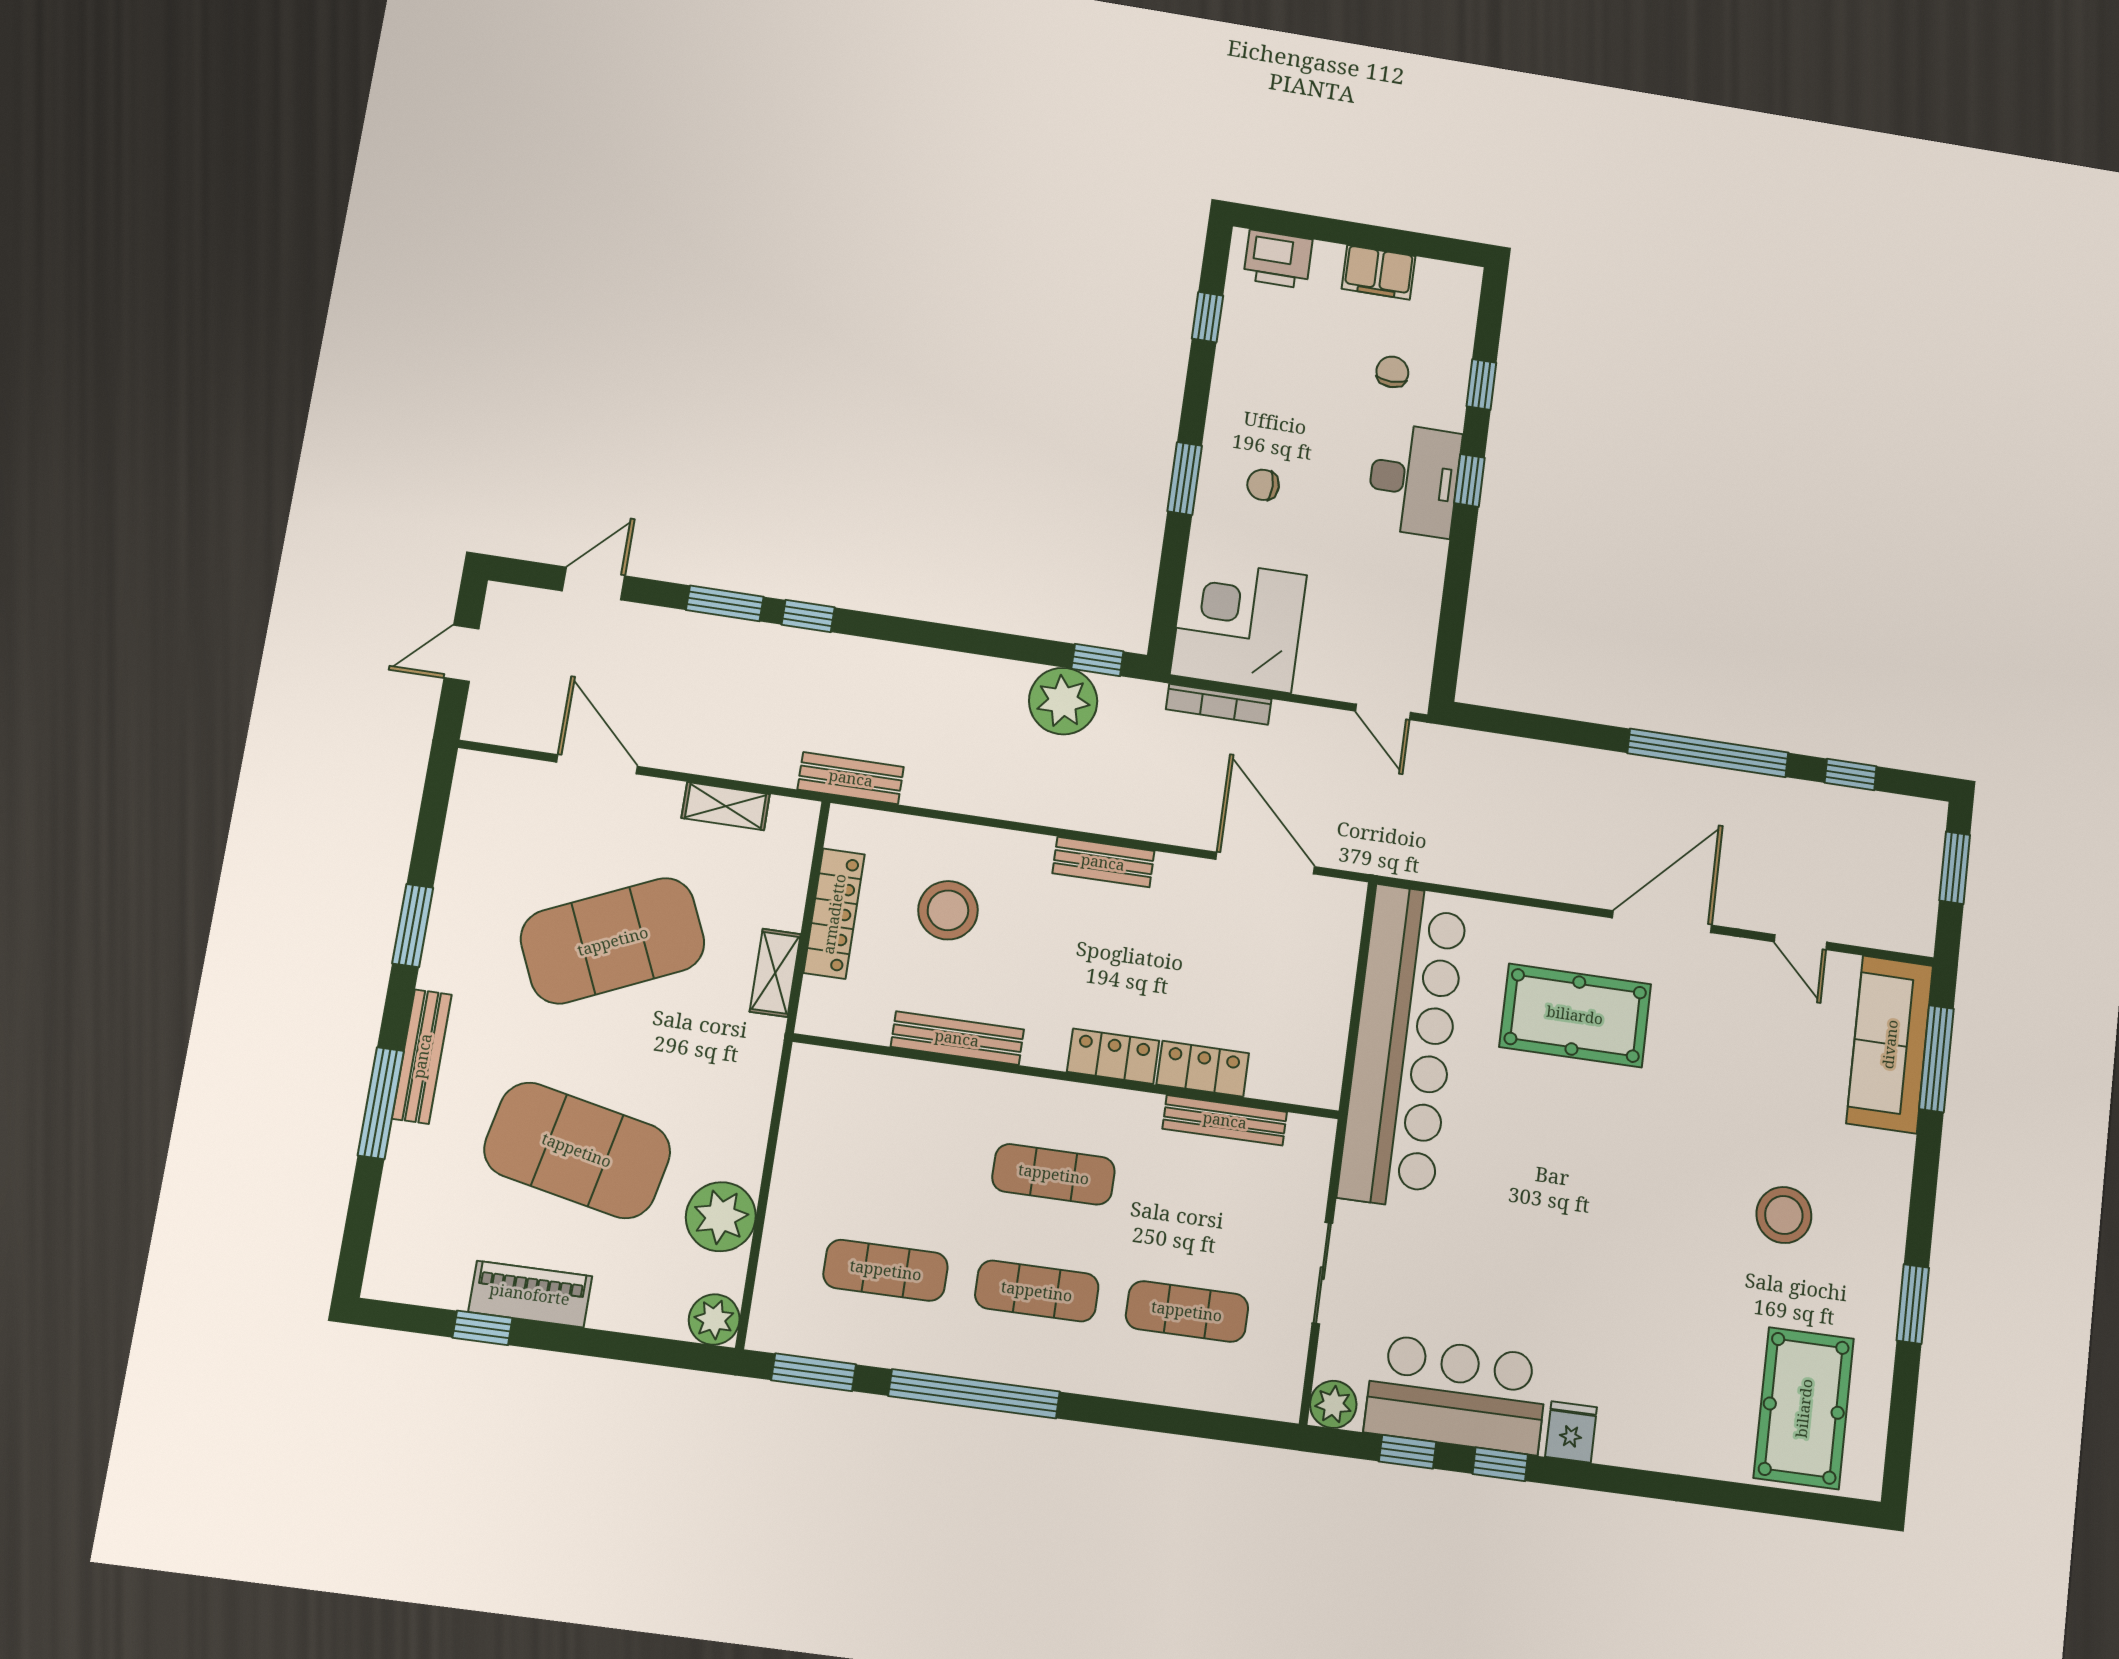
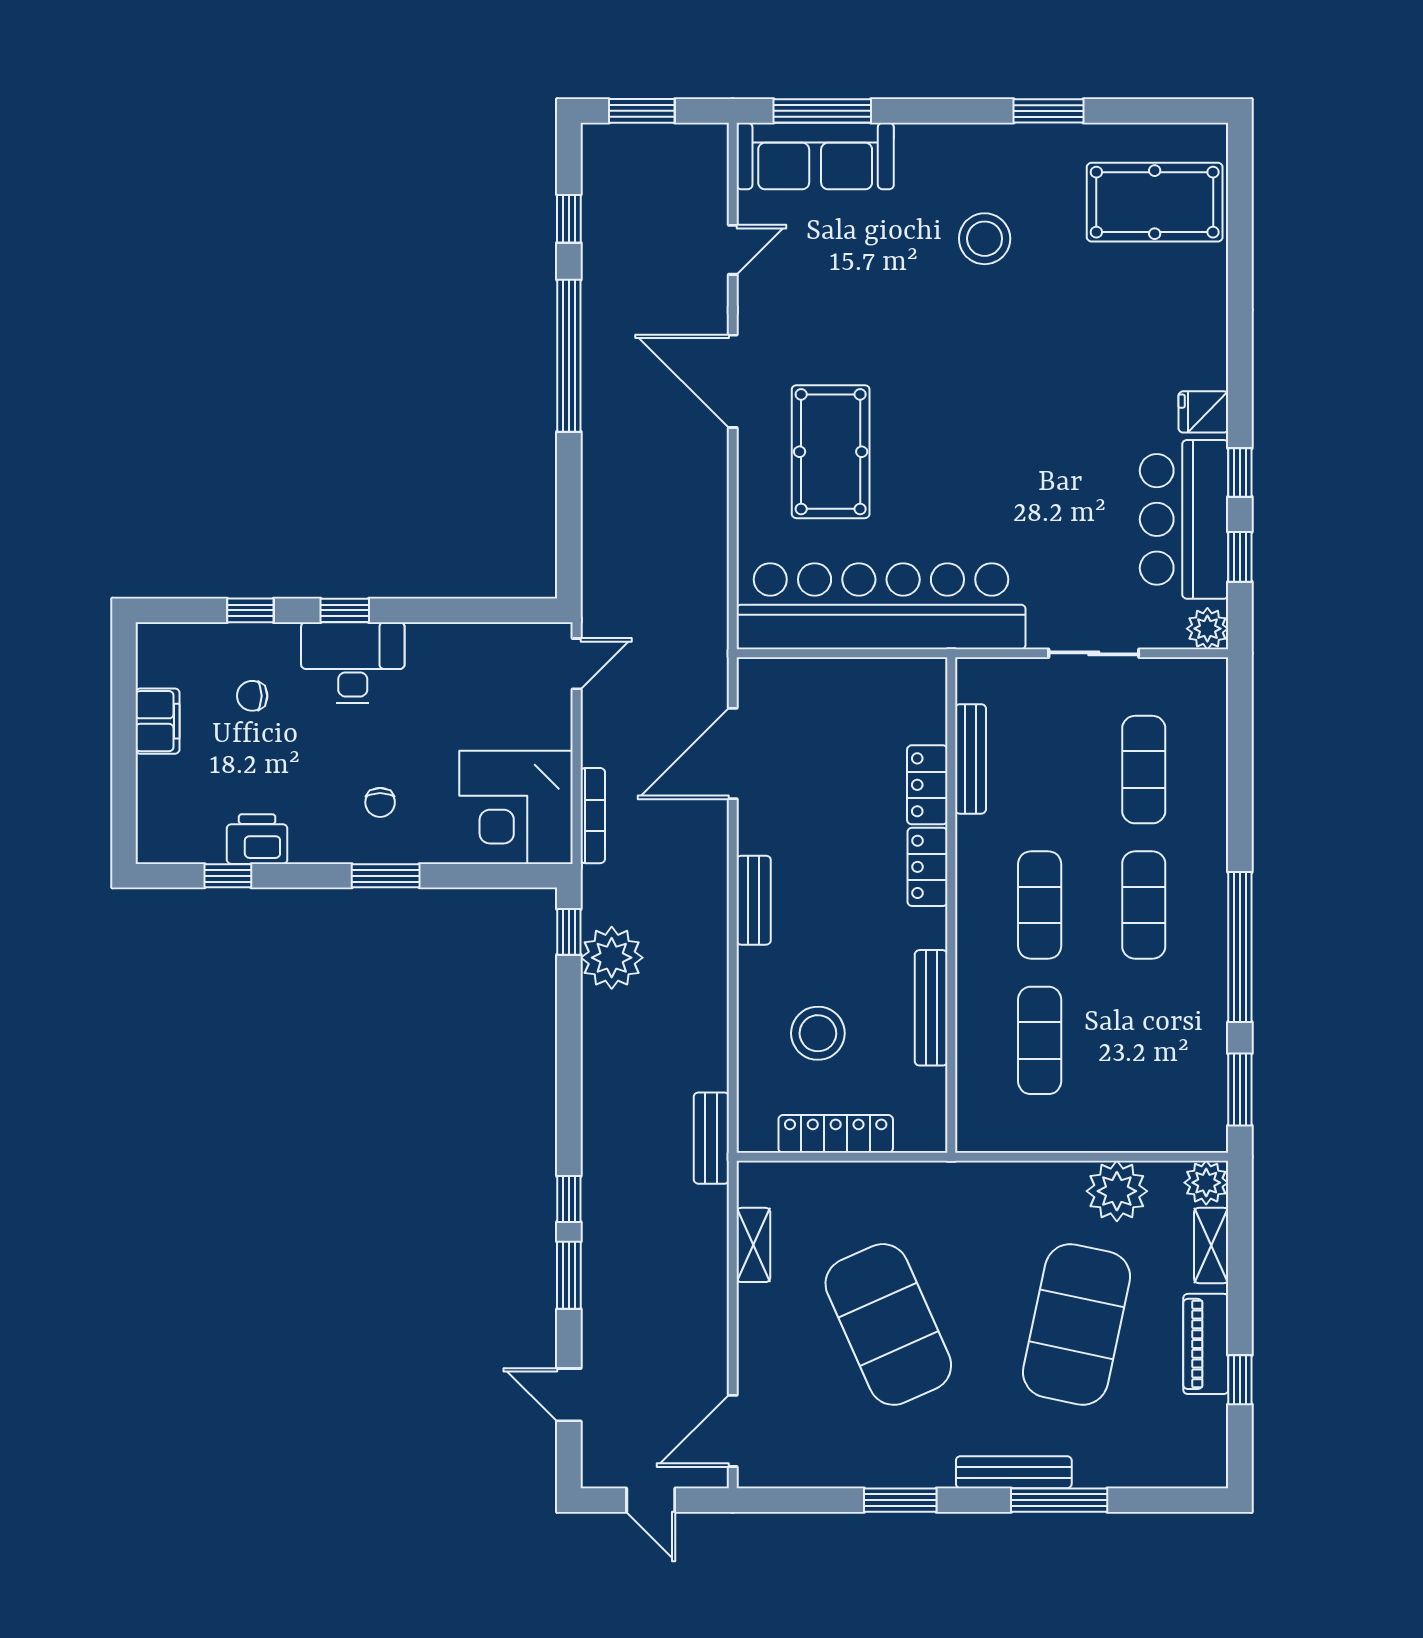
printer: (1278, 259) -> (257, 839), moved, turned -90
door: (597, 764) -> (733, 1431), moved
shelving: (775, 973) -> (1211, 1245), moved, turned 90
exercise mat: (886, 1270) -> (1040, 1040), moved

